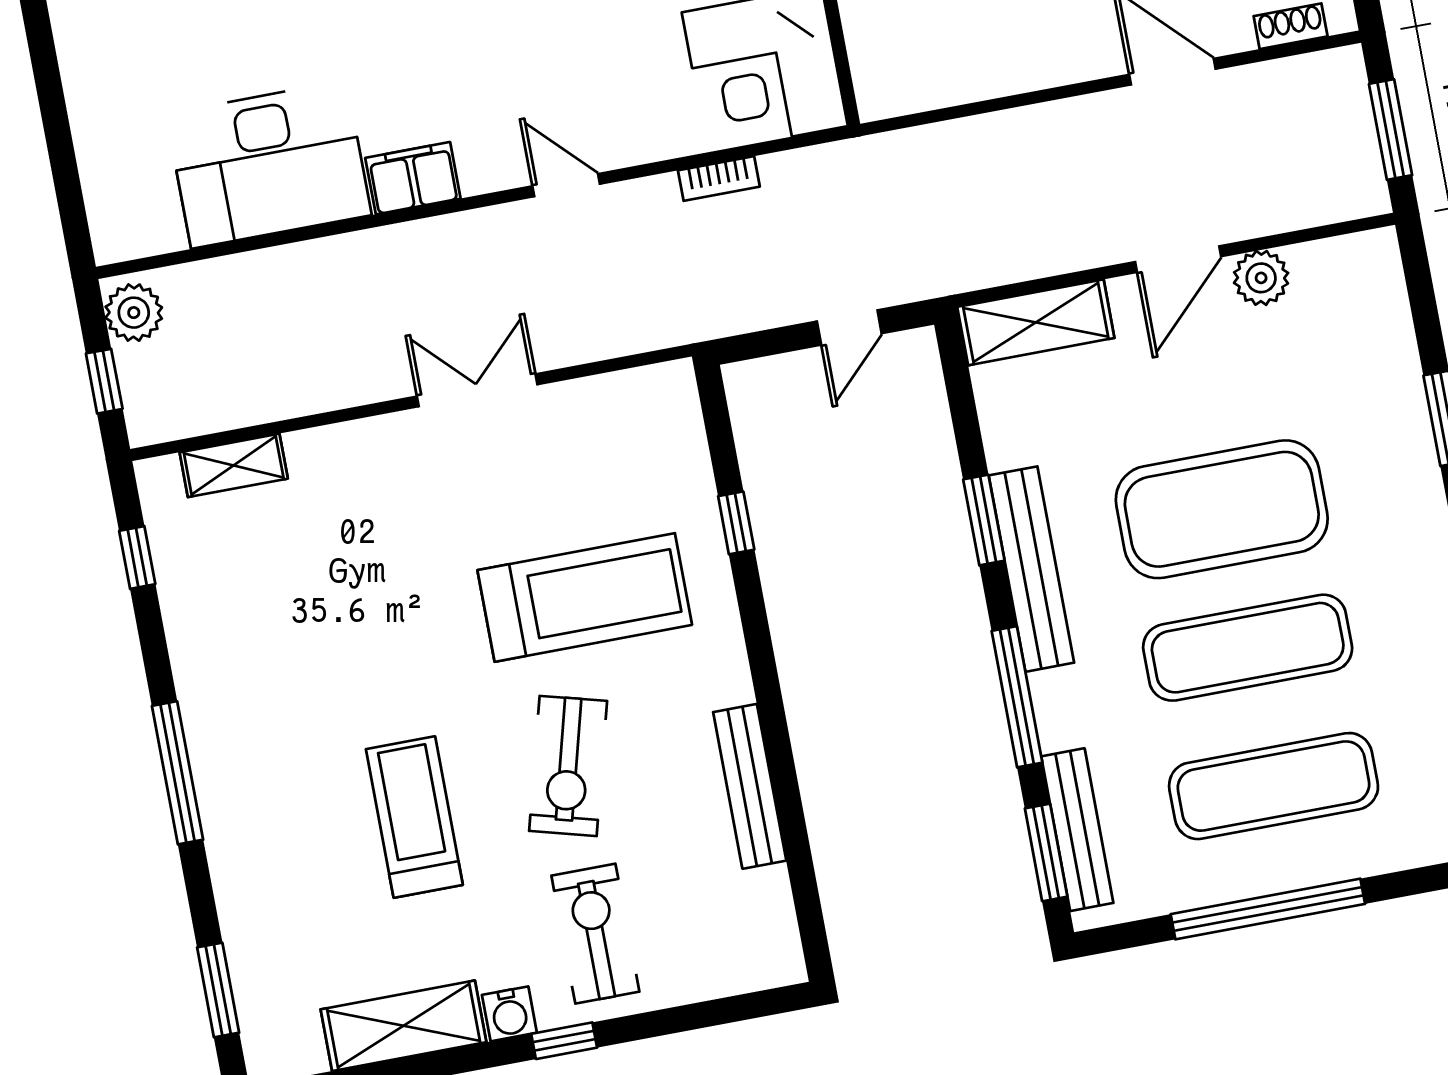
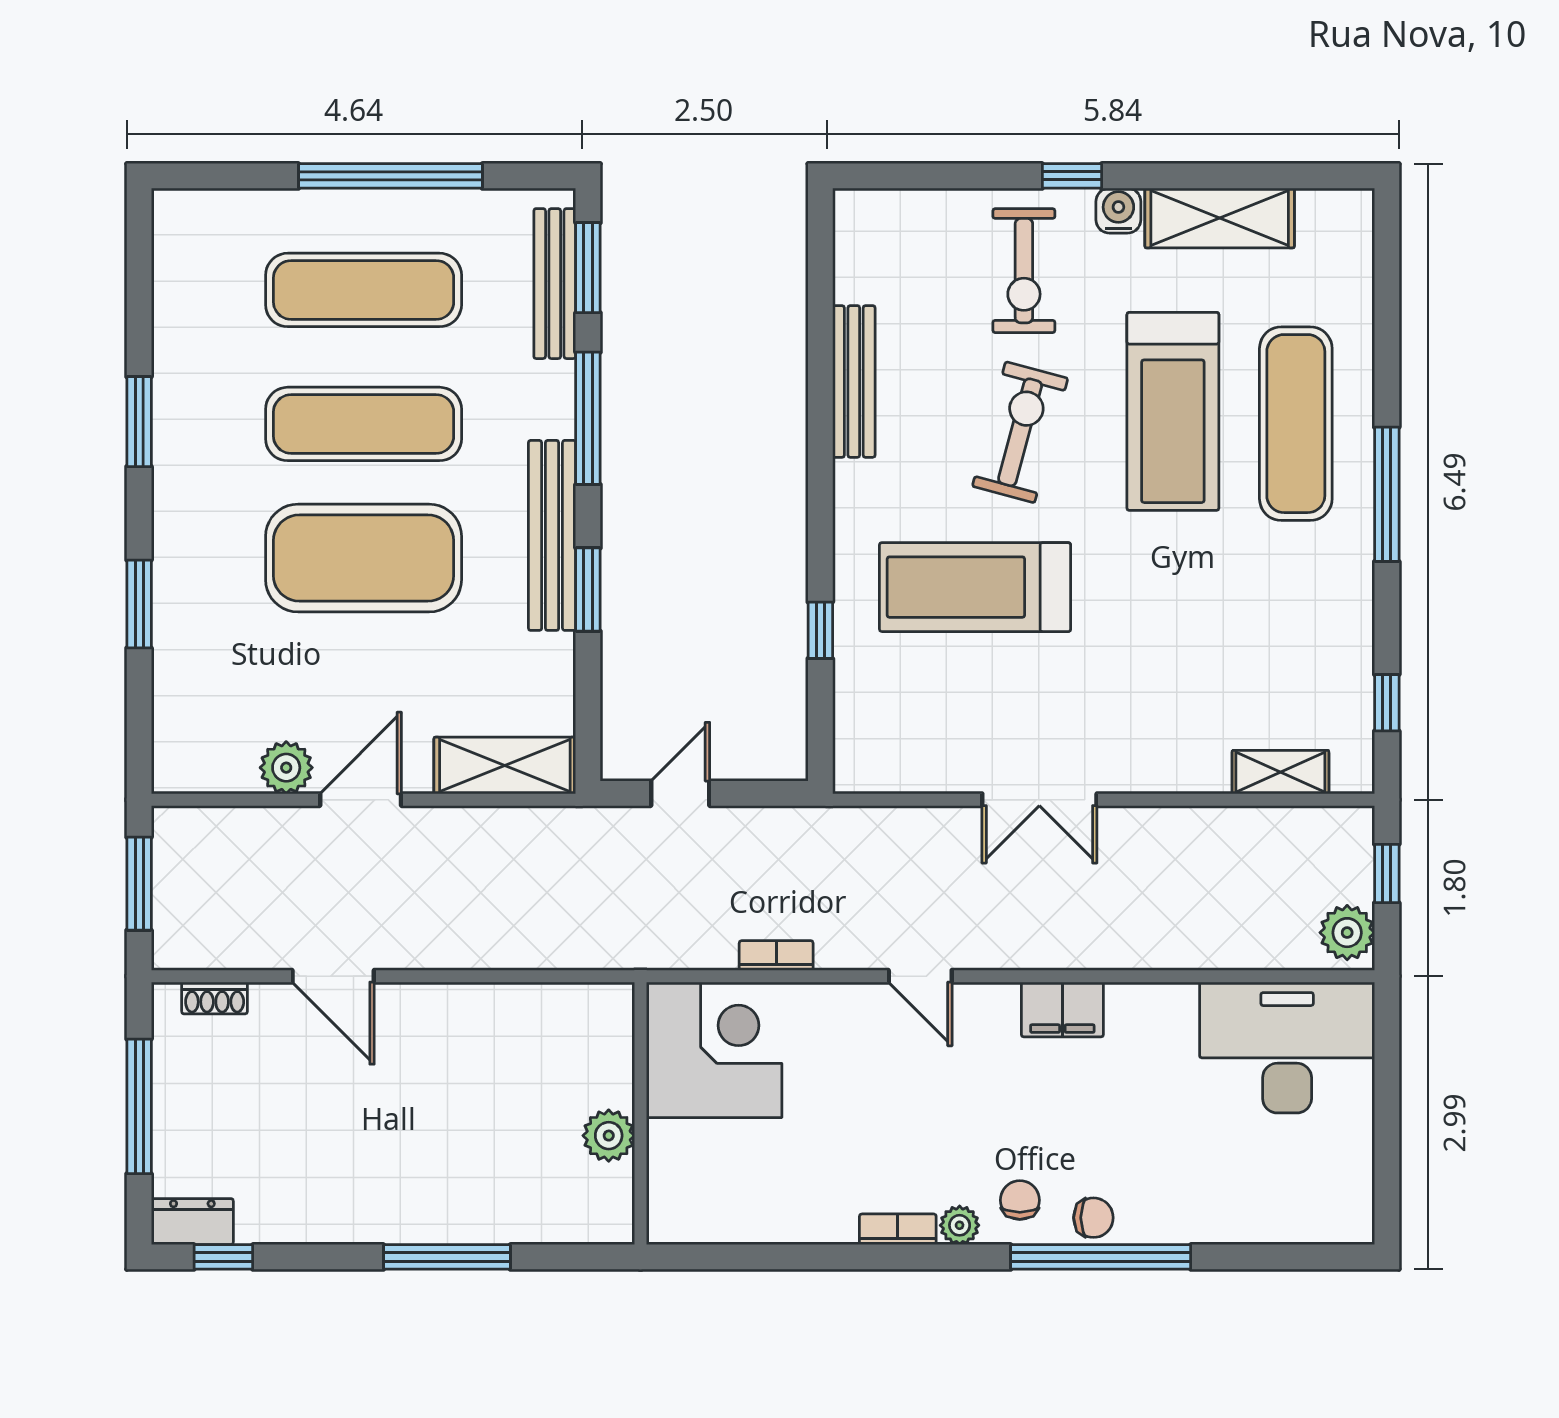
desk: (269, 164) -> (1287, 1047), moved
treadmill: (414, 817) -> (1173, 411), width x1.37, depth x1.37
exercise mat: (285, 828) -> (1296, 424), added
window: (218, 990) -> (1387, 284), removed

